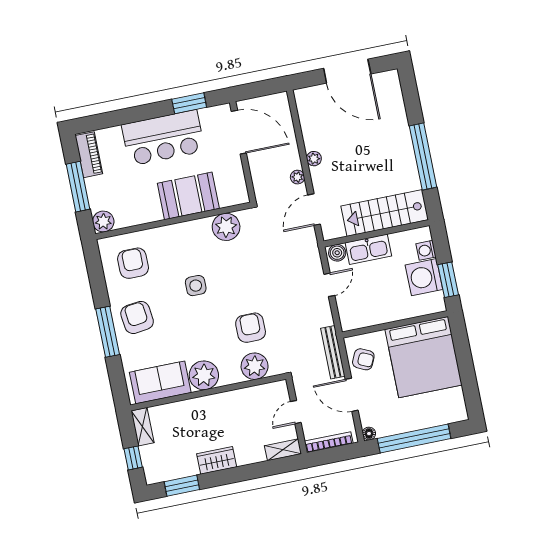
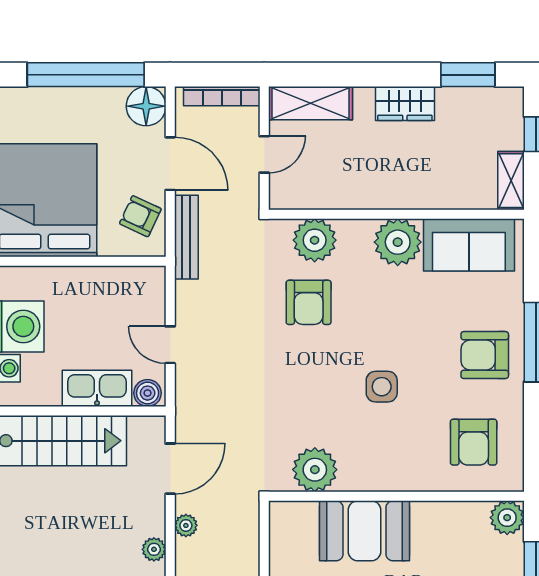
door: (329, 285) -> (170, 345), hinge flipped
armchair: (137, 317) -> (485, 355), turned 97
floor lamp: (369, 434) -> (146, 106), width x1.89, depth x1.89
shelving: (283, 450) -> (311, 103), width x1.50, depth x1.33

